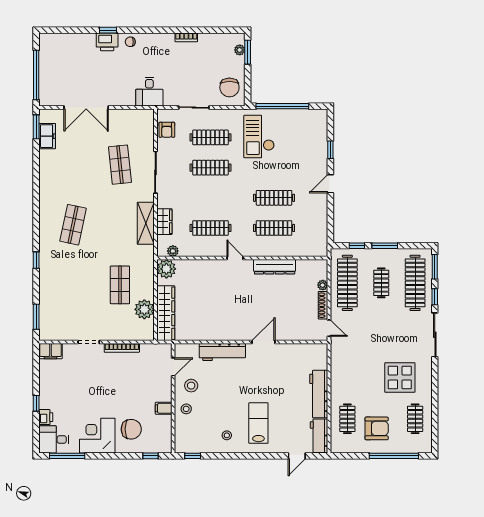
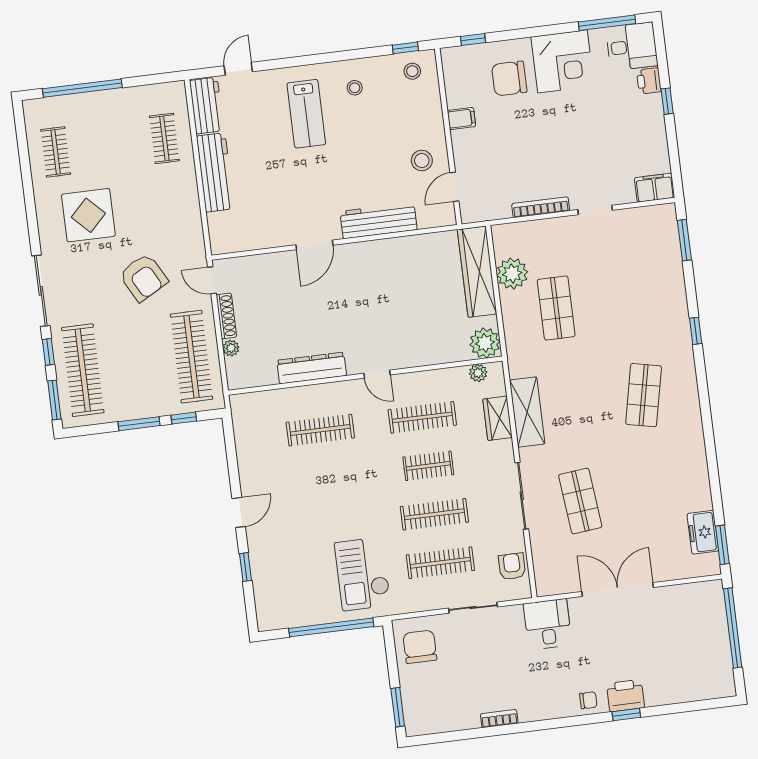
plant: (240, 50) -> (411, 709), removed
double door: (86, 107) -> (618, 590), moved
checkout: (259, 137) -> (363, 574), turned 180
clothes rail: (274, 198) -> (428, 466), moved, width x0.73
clothes rail: (381, 283) -> (137, 363), removed
stool: (186, 409) -> (412, 71), moved
armchair: (377, 428) -> (143, 278), moved, turned -119

